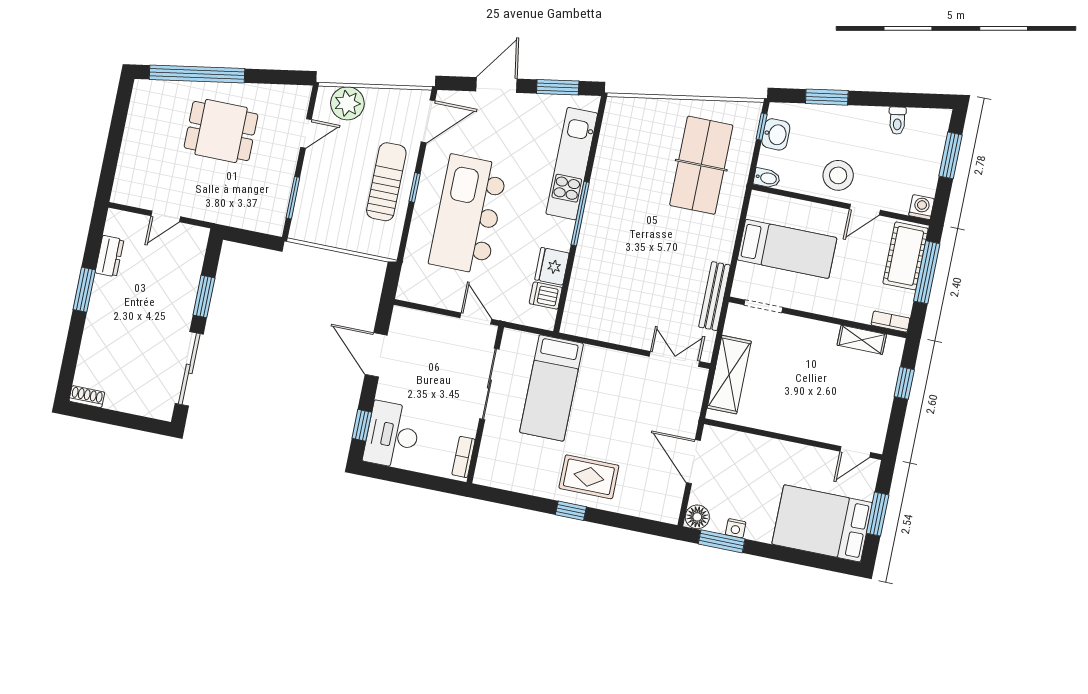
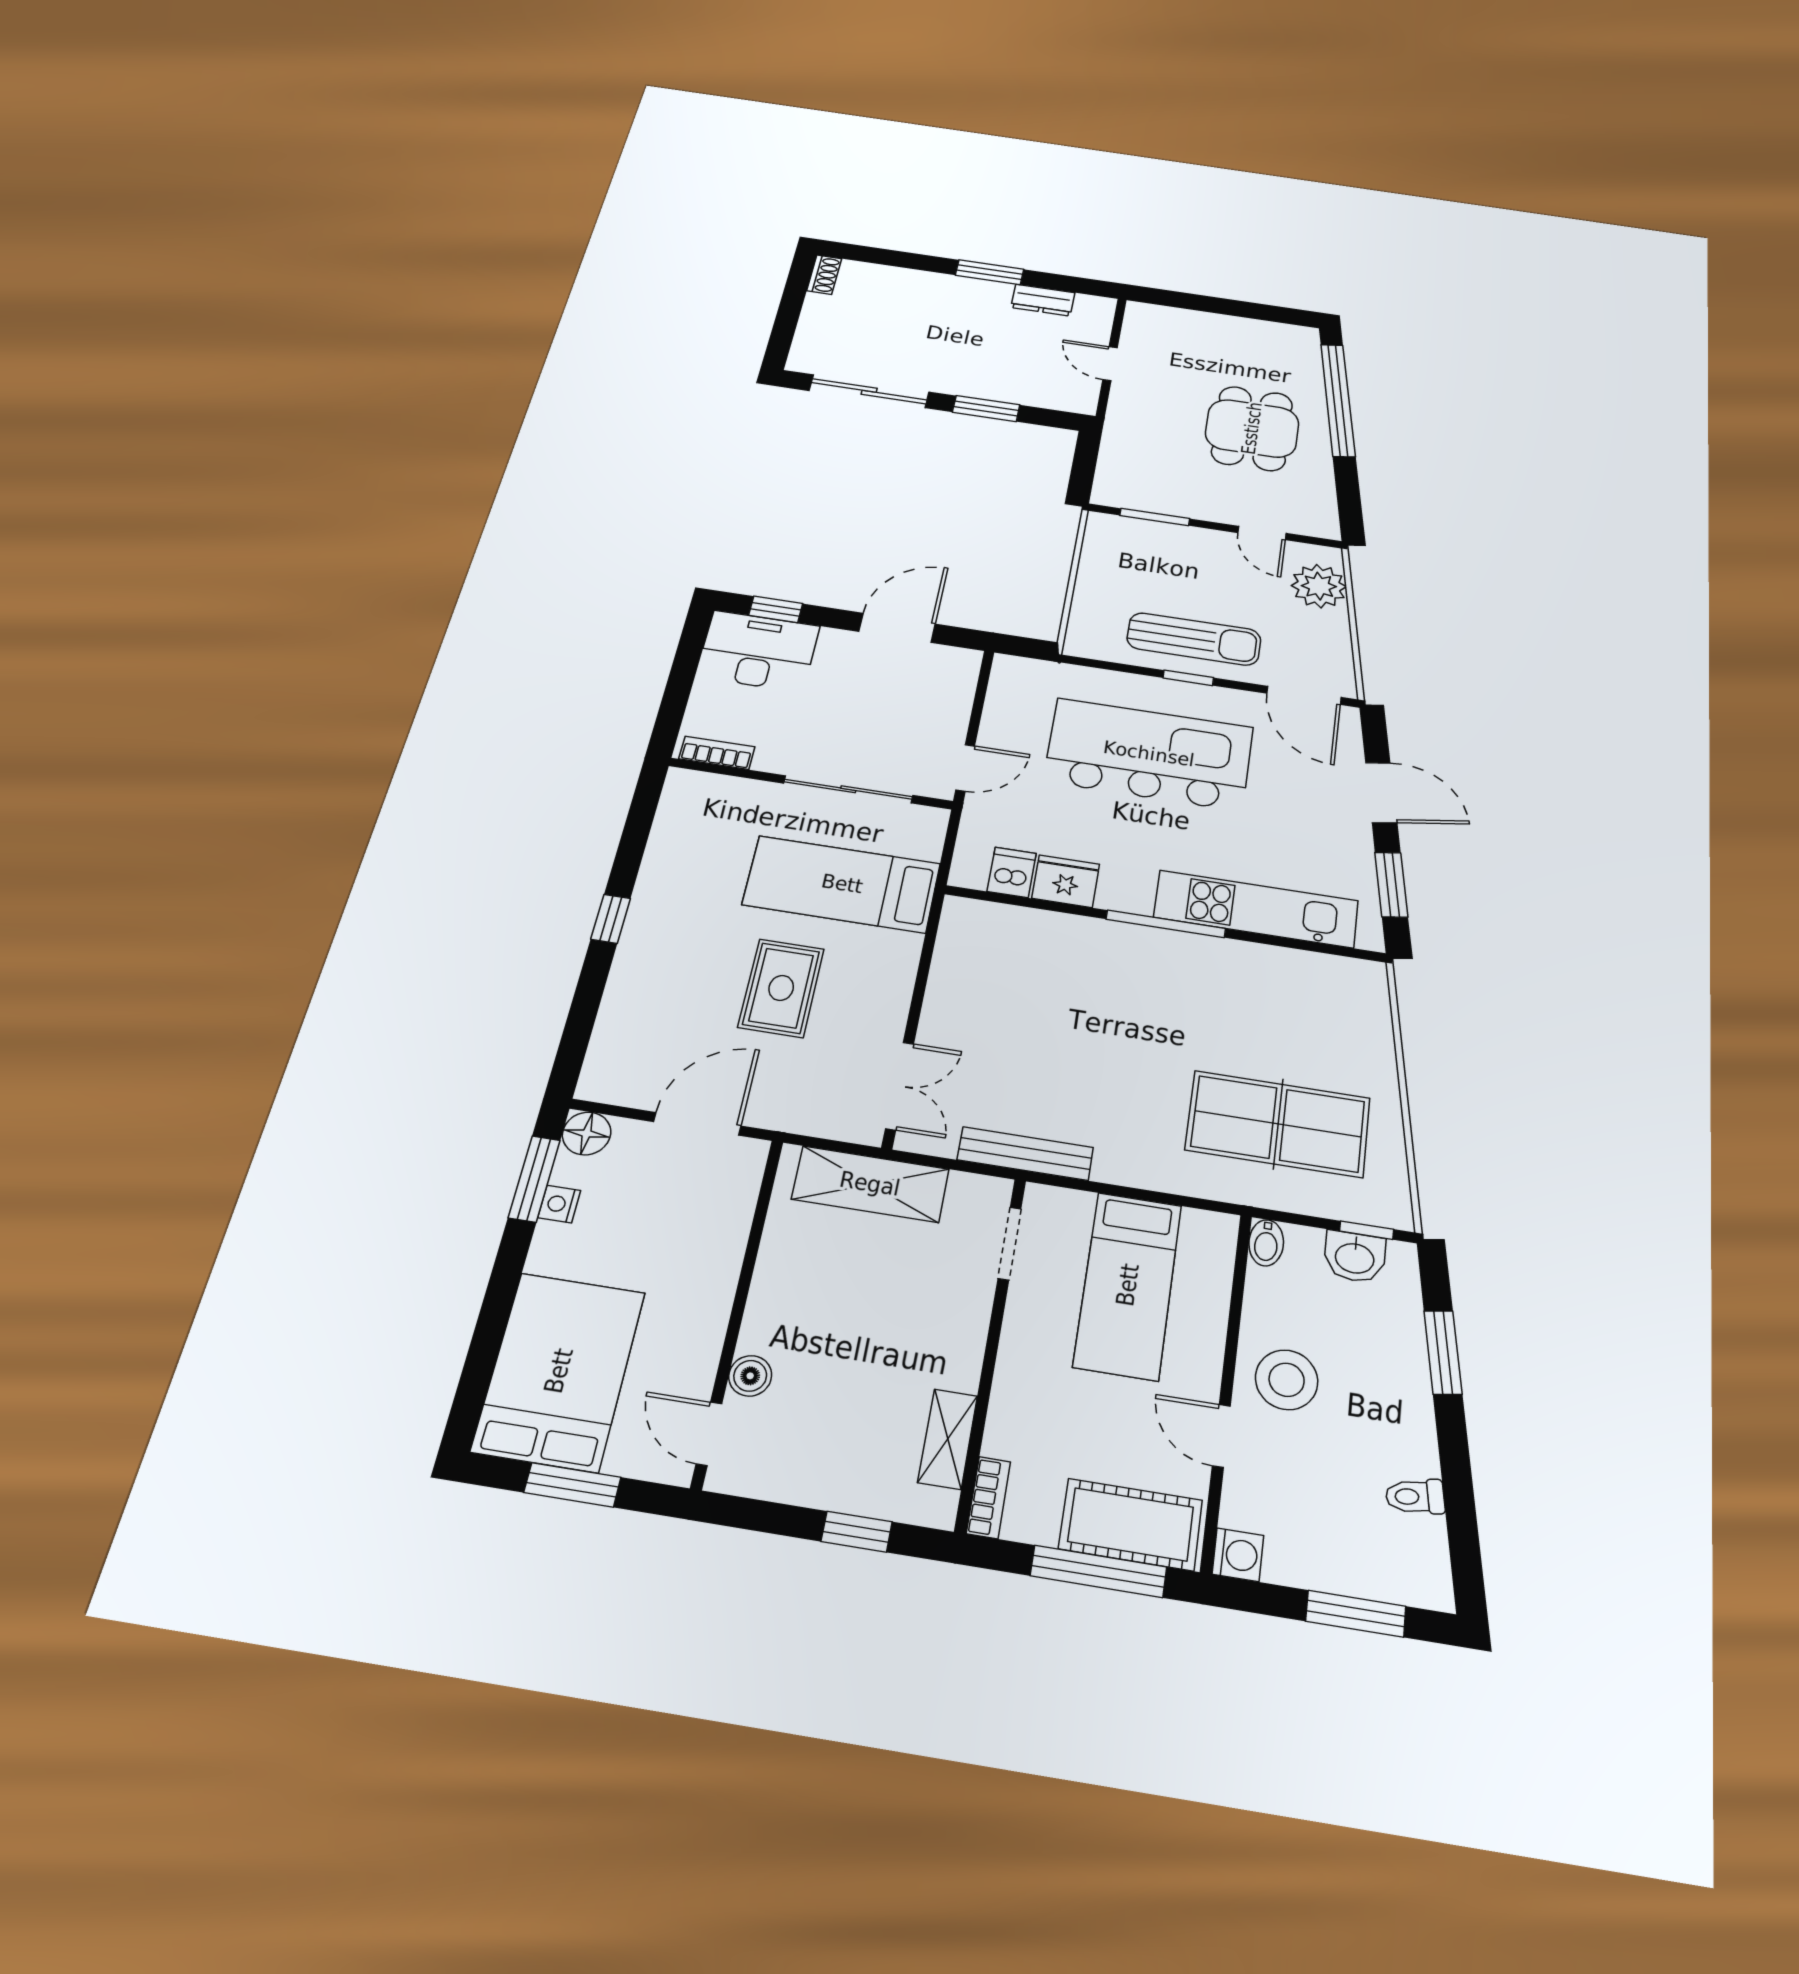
boiler: (828, 433) -> (750, 1376), added
rug: (589, 477) -> (781, 988), moved

